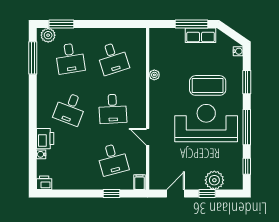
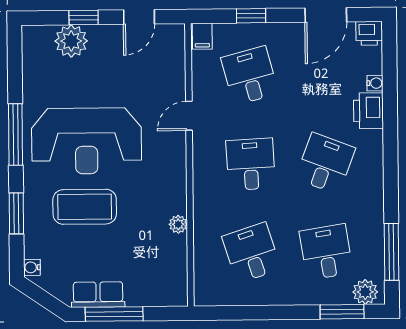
door: (148, 137) -> (189, 116), swing flipped
window: (247, 166) -> (15, 66), removed
door: (69, 193) -> (326, 15), added

